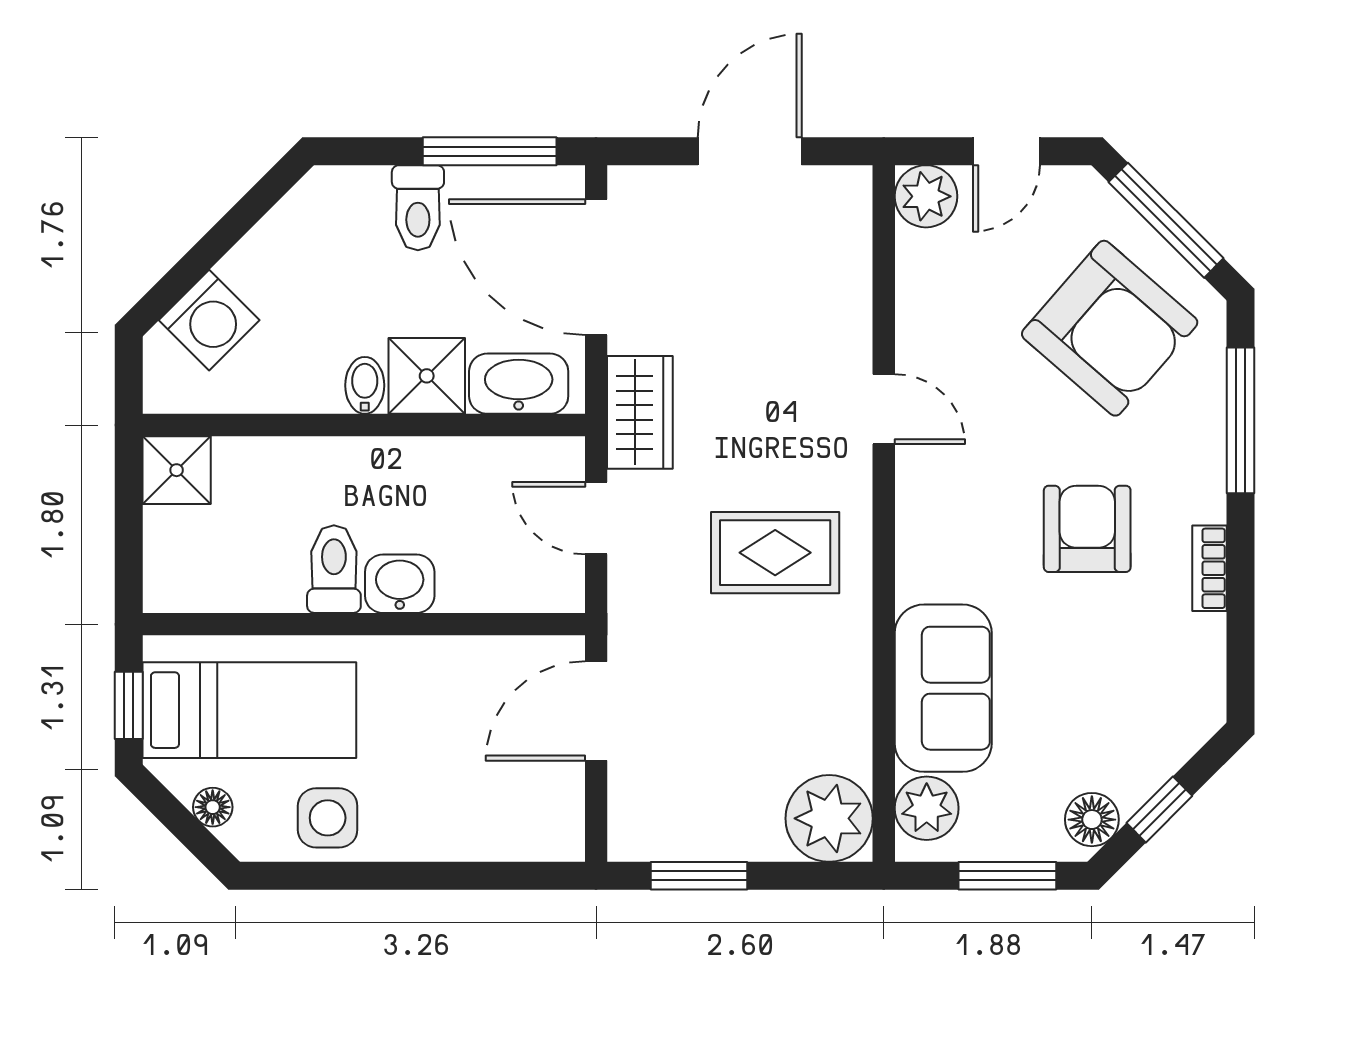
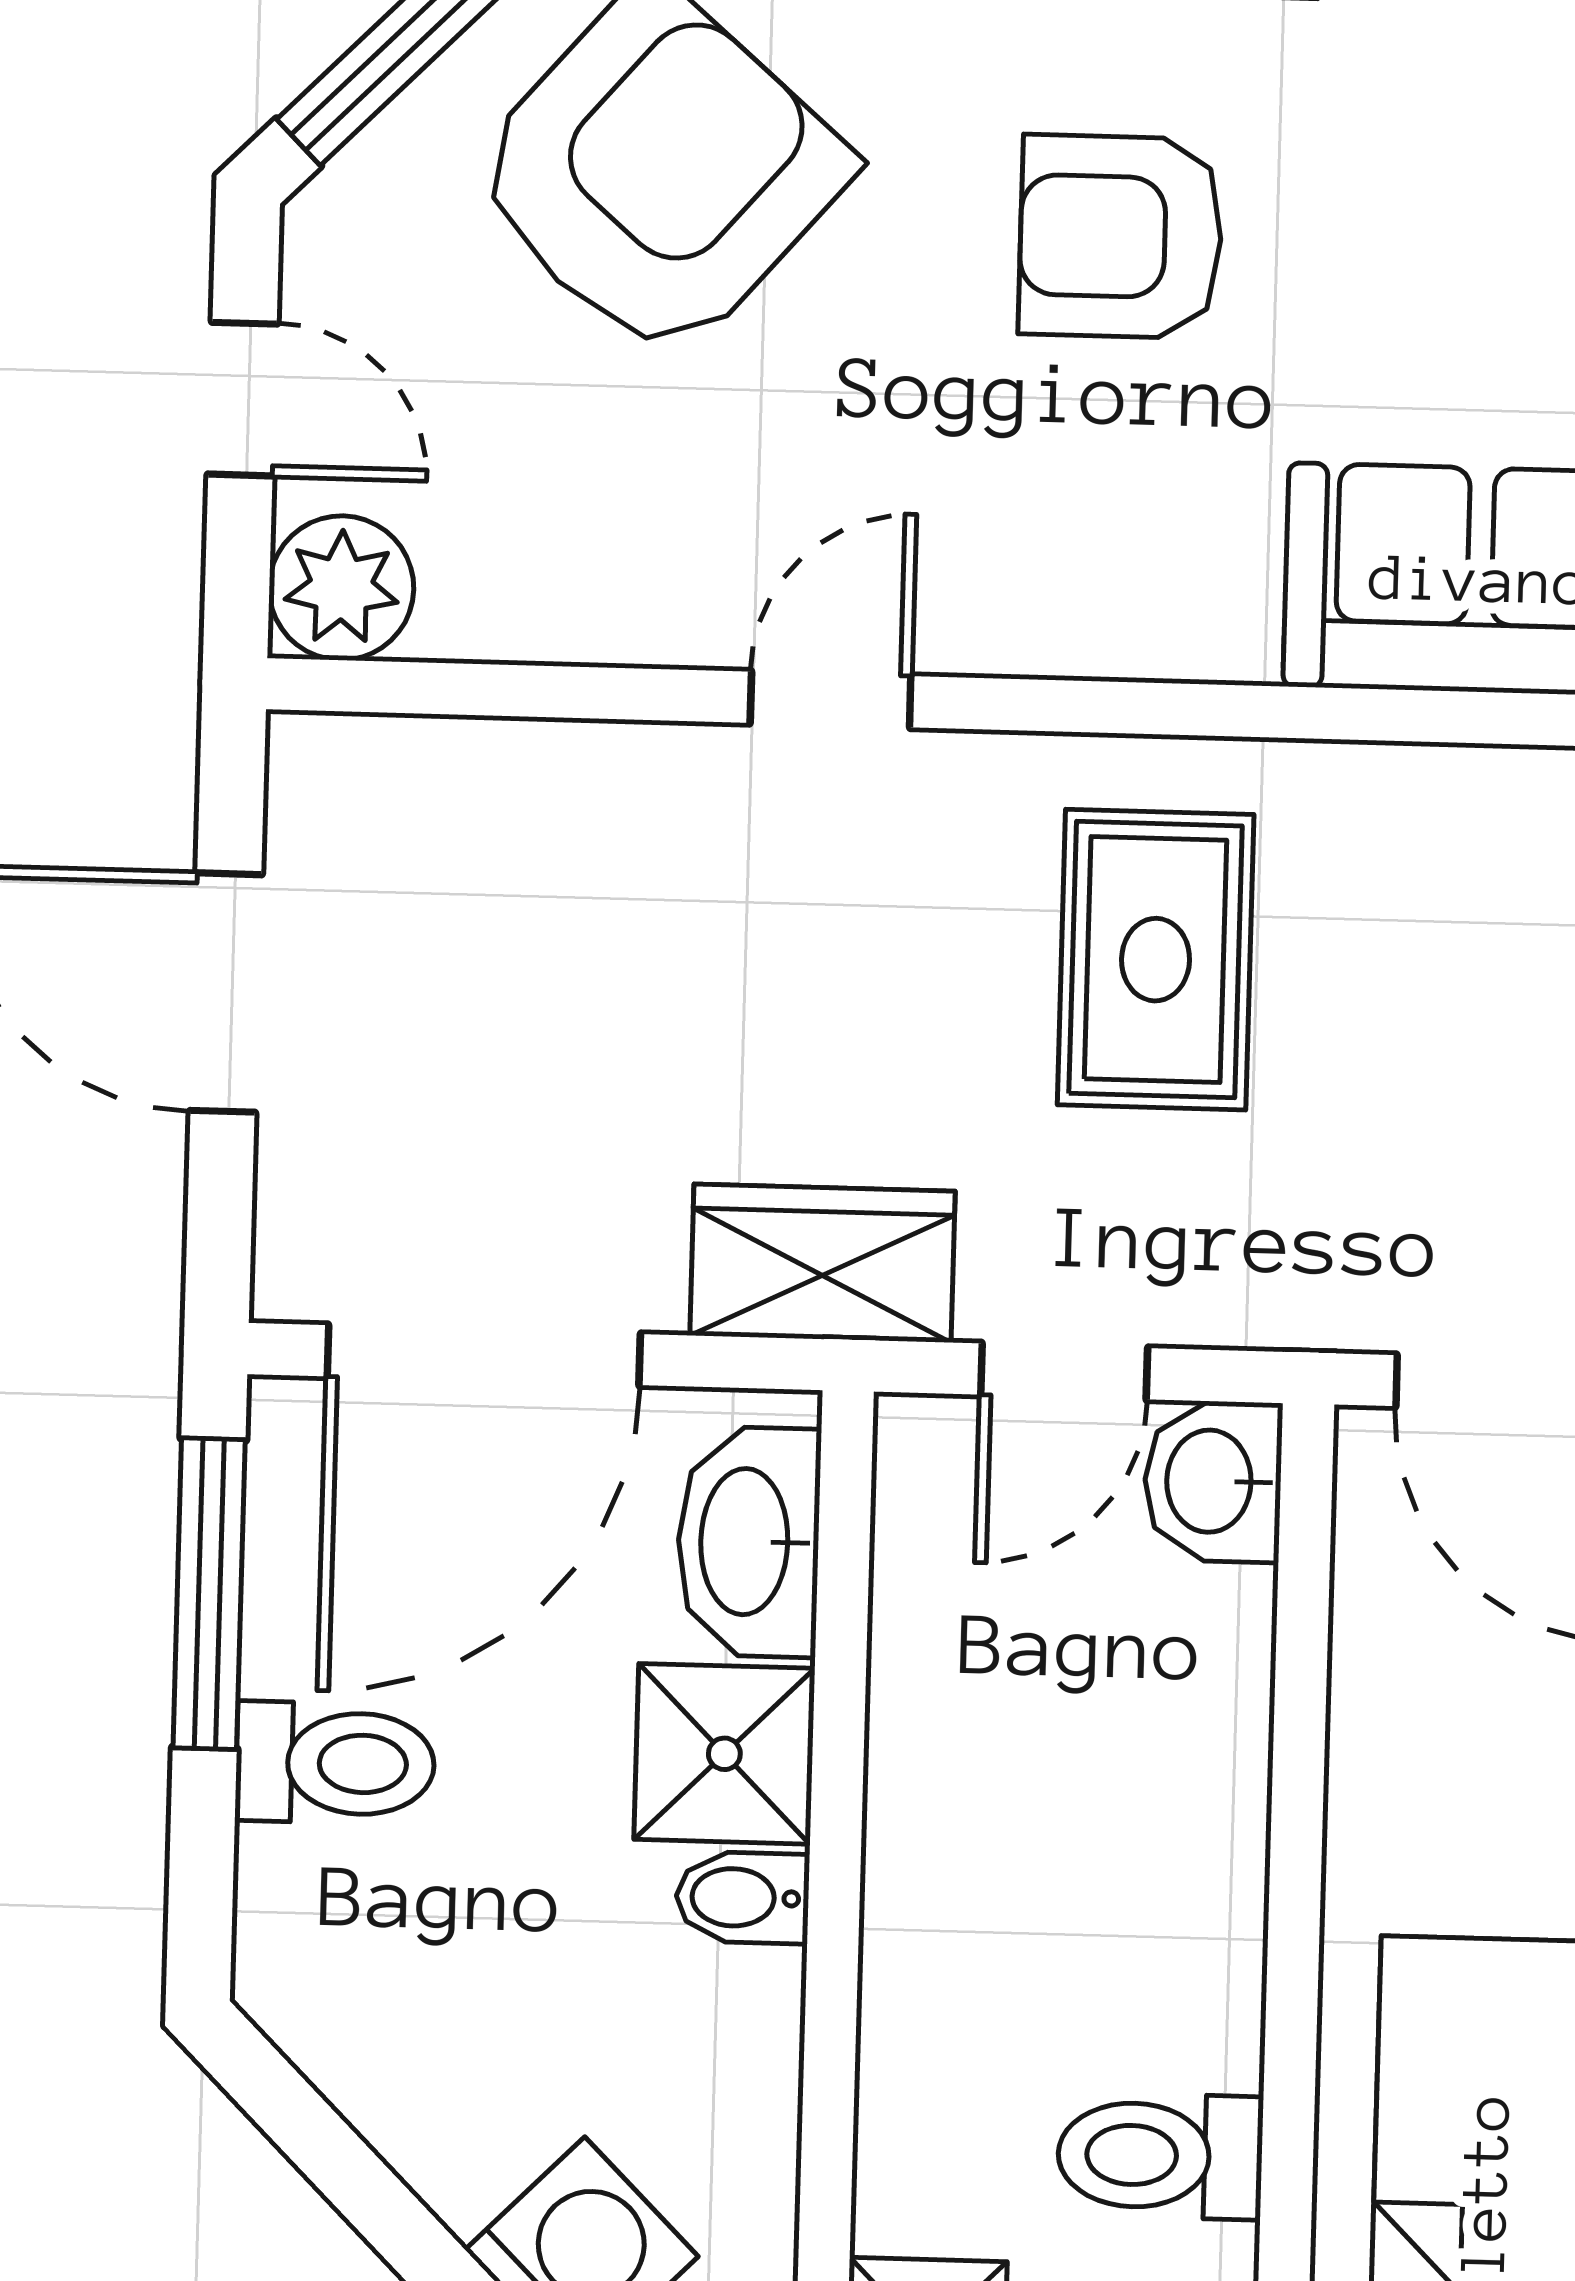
toilet: (334, 569) -> (1160, 2156), moved
washbasin: (400, 584) -> (1213, 1481), moved

